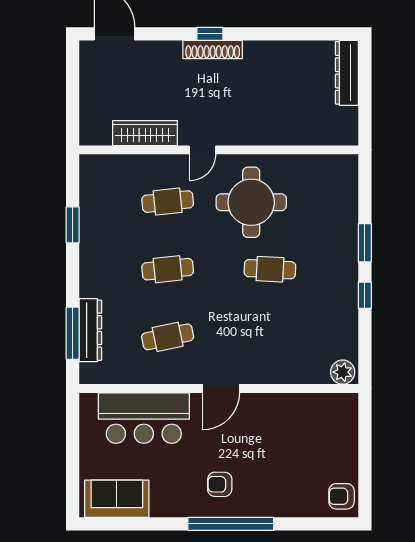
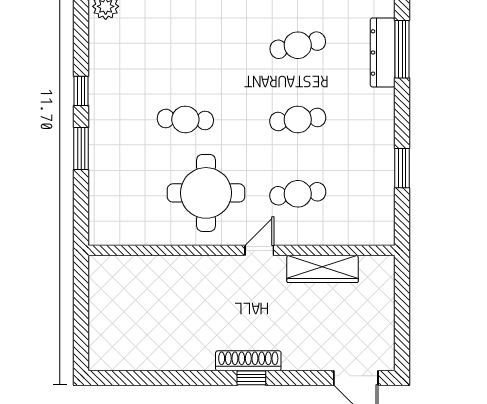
dresser: (347, 73) -> (101, 335), removed

